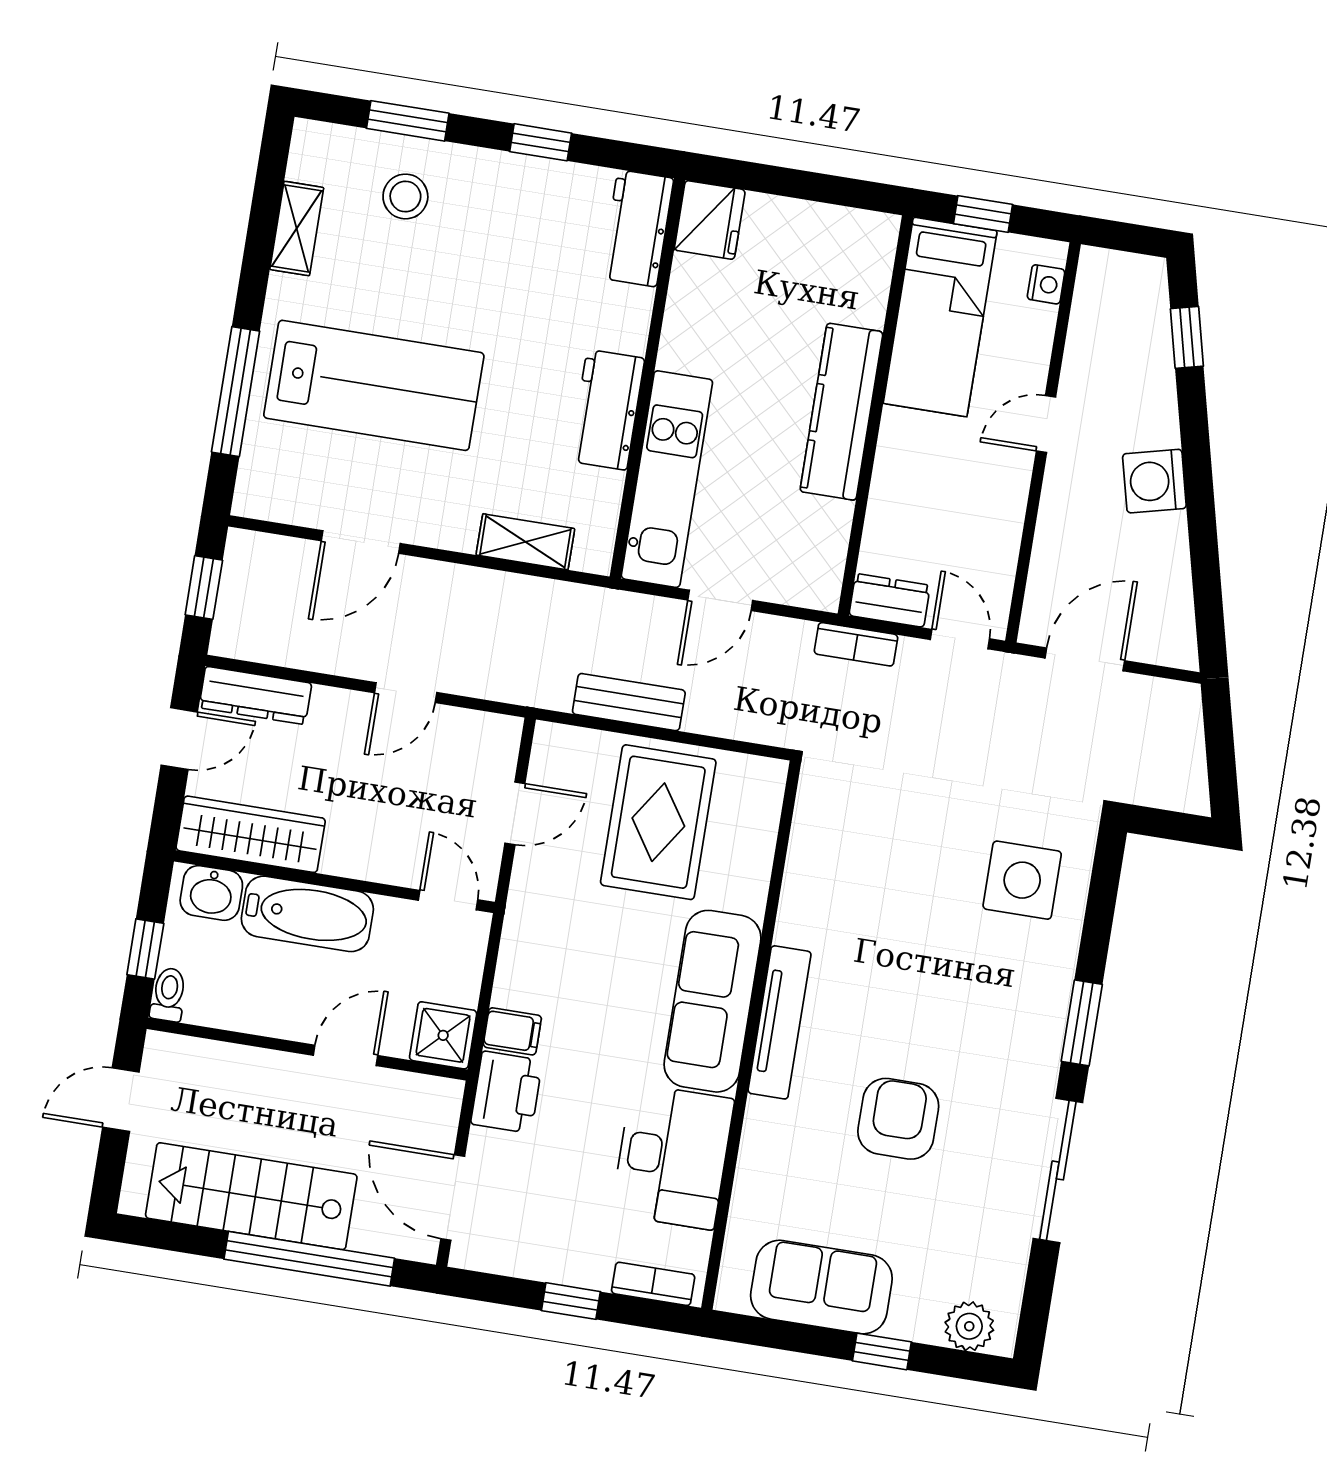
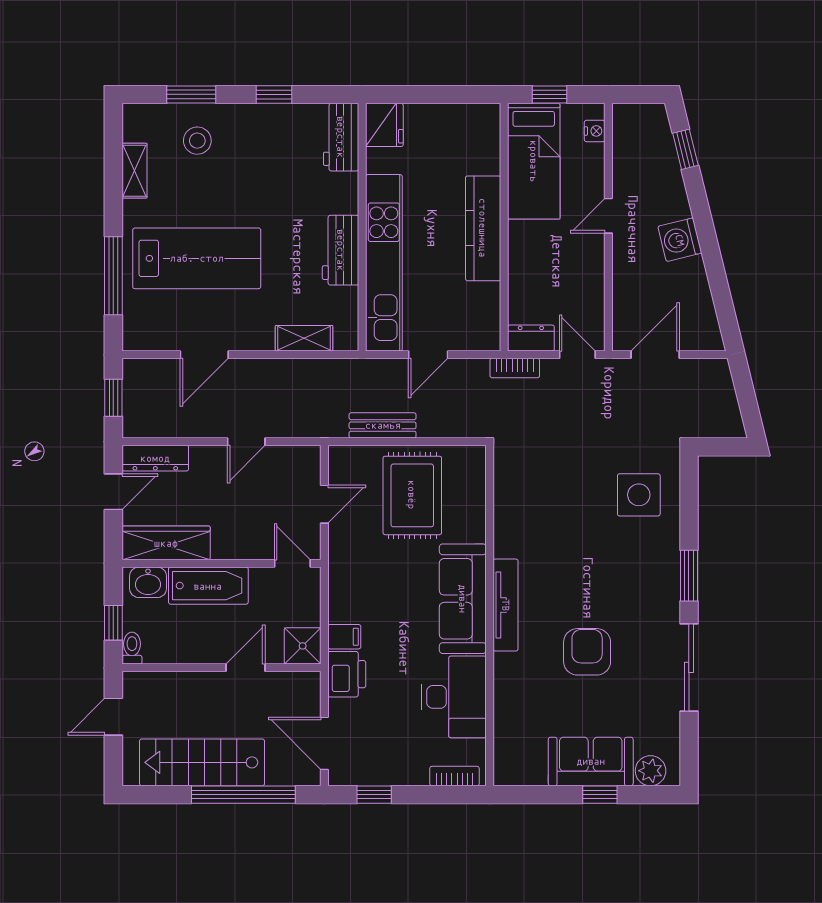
kitchen unit: (667, 479) -> (384, 263), width x1.36
sofa: (821, 1287) -> (591, 761), moved
window: (571, 1301) -> (374, 795), moved

